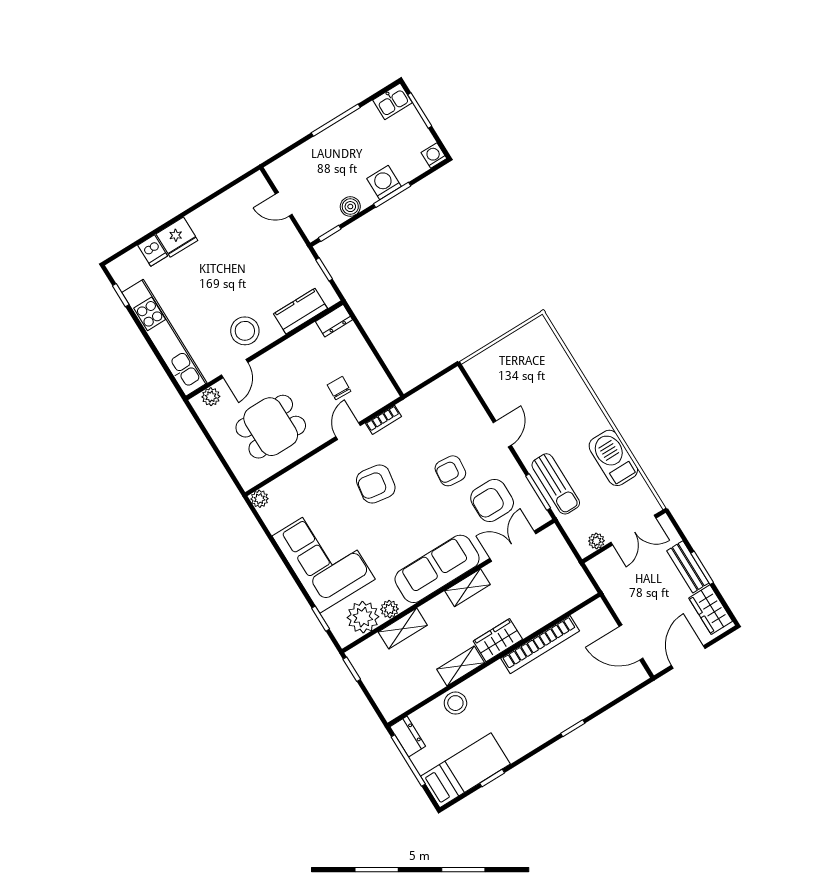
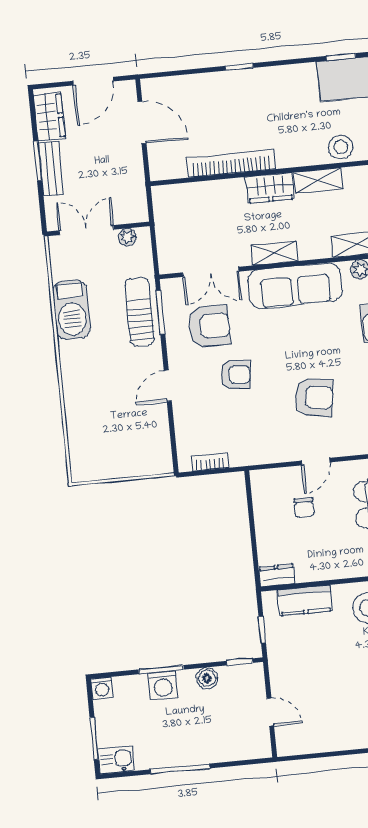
bookcase: (383, 420) -> (210, 462), moved

